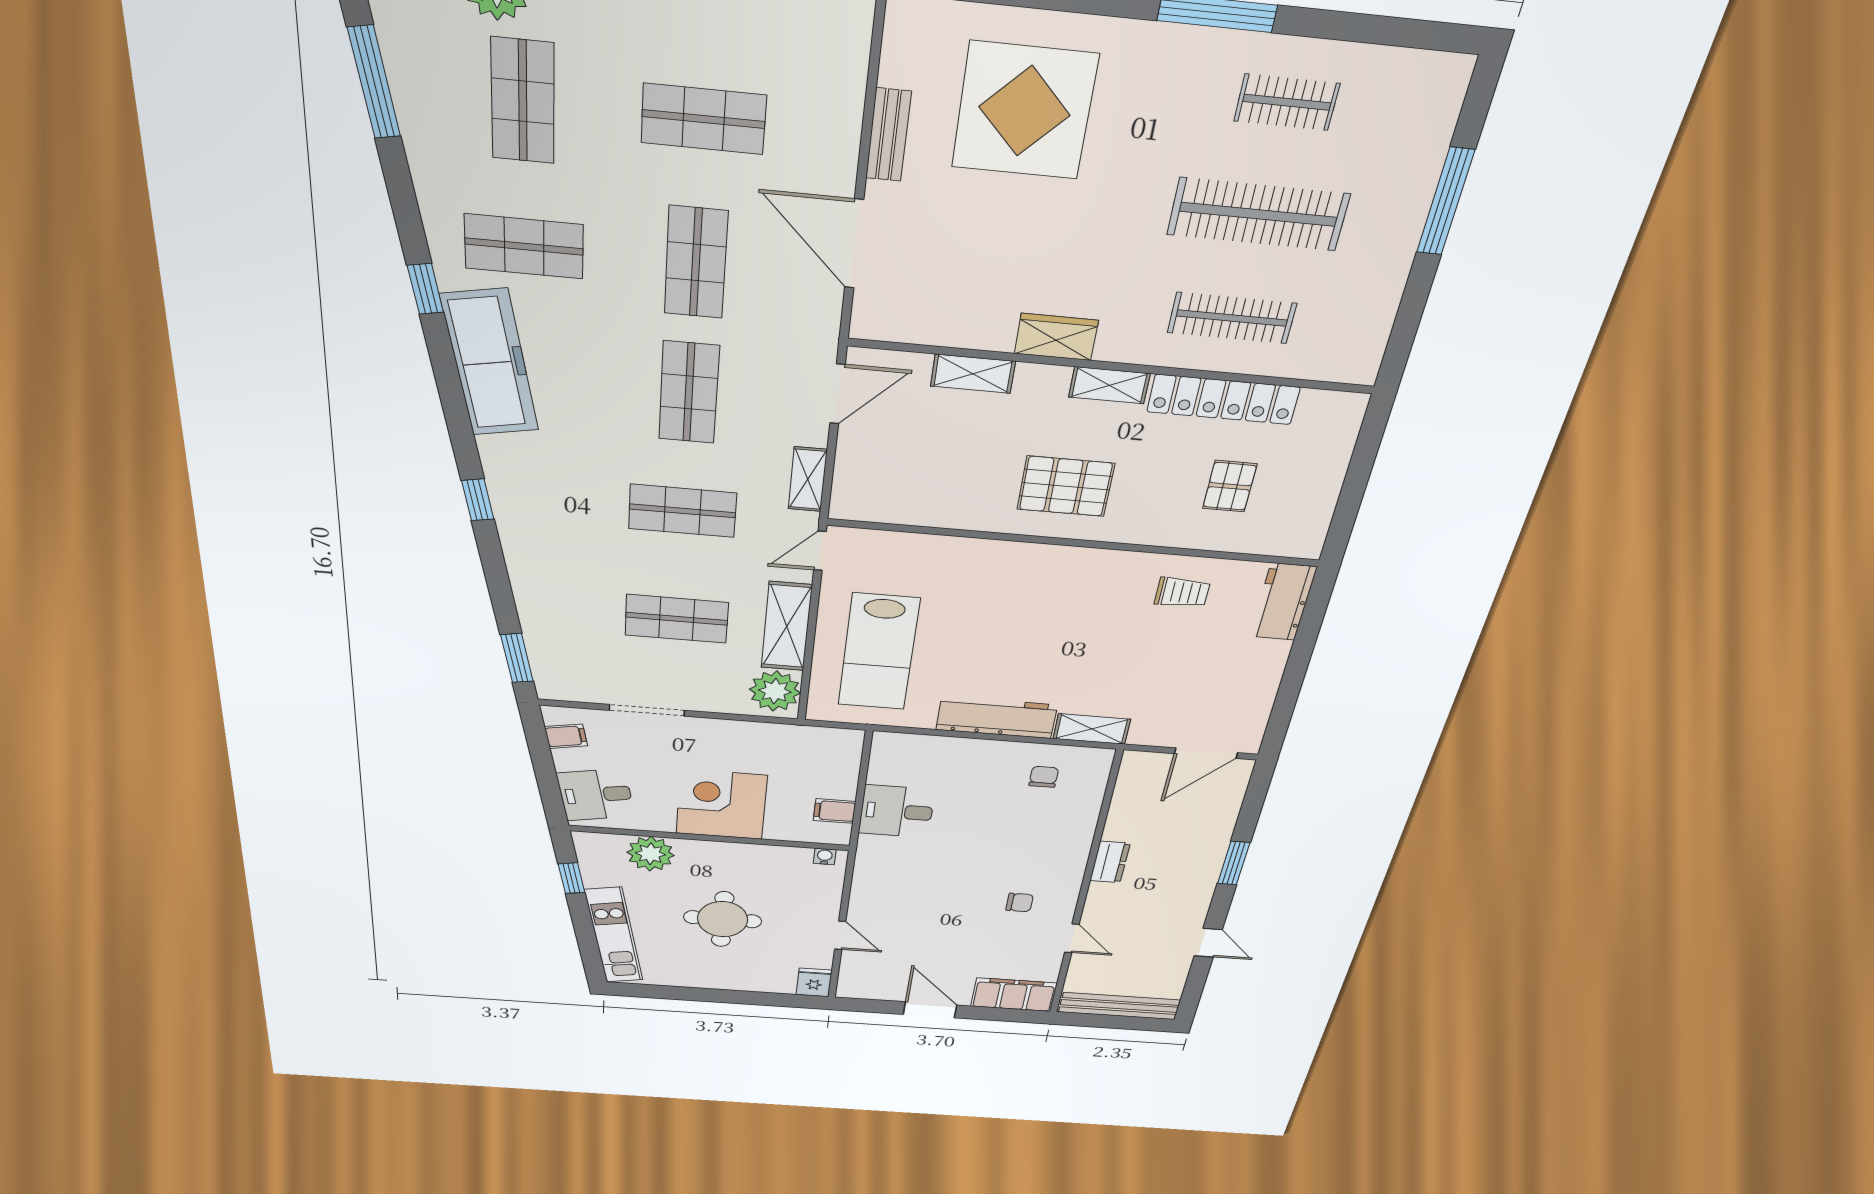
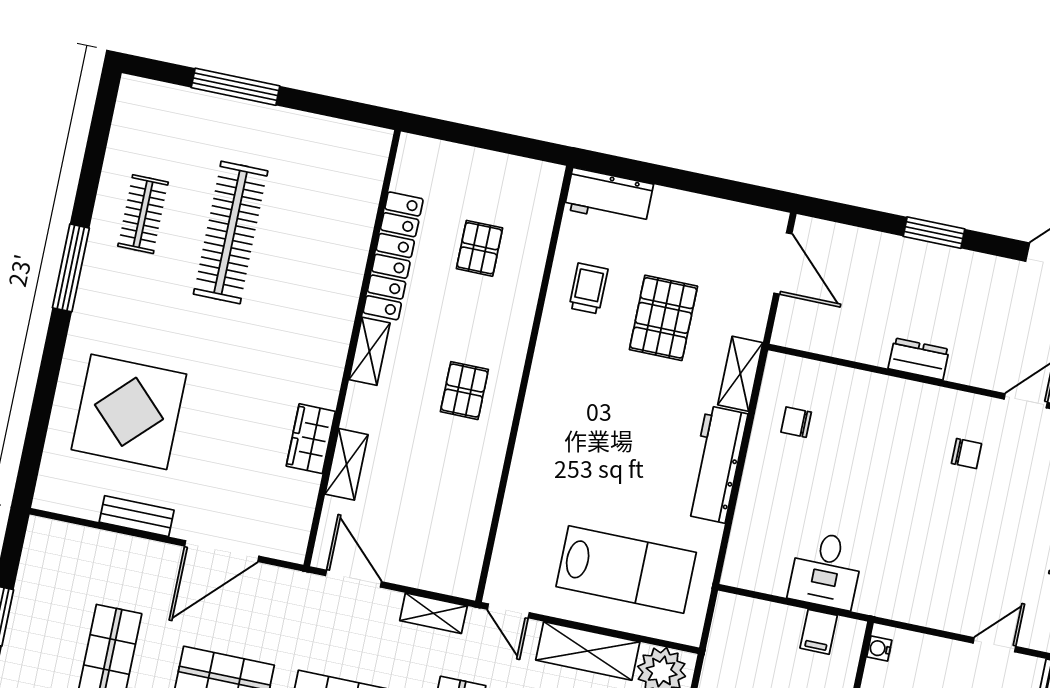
clothes rail: (1232, 318) -> (318, 251), removed
wardrobe: (1056, 337) -> (311, 439), moved
pallet: (1066, 486) -> (464, 391), width x0.67, depth x0.71
pallet: (1230, 486) -> (480, 248), turned 90
pallet: (1150, 661) -> (663, 318), added
chair: (1020, 902) -> (966, 454), turned 90

